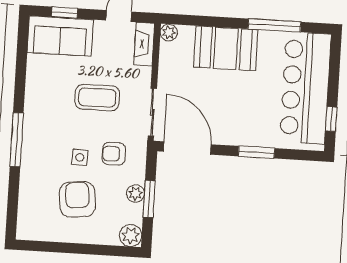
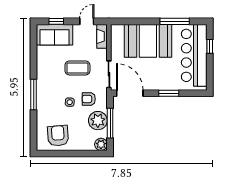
plant: (169, 33) -> (115, 29), removed
booth: (226, 48) -> (148, 41), width x1.36, depth x1.42
window: (331, 119) -> (210, 46), moved
plant: (135, 193) -> (98, 121), width x1.87, depth x1.87
armchair: (77, 199) -> (58, 136), moved
window: (149, 199) -> (110, 123), width x1.44

